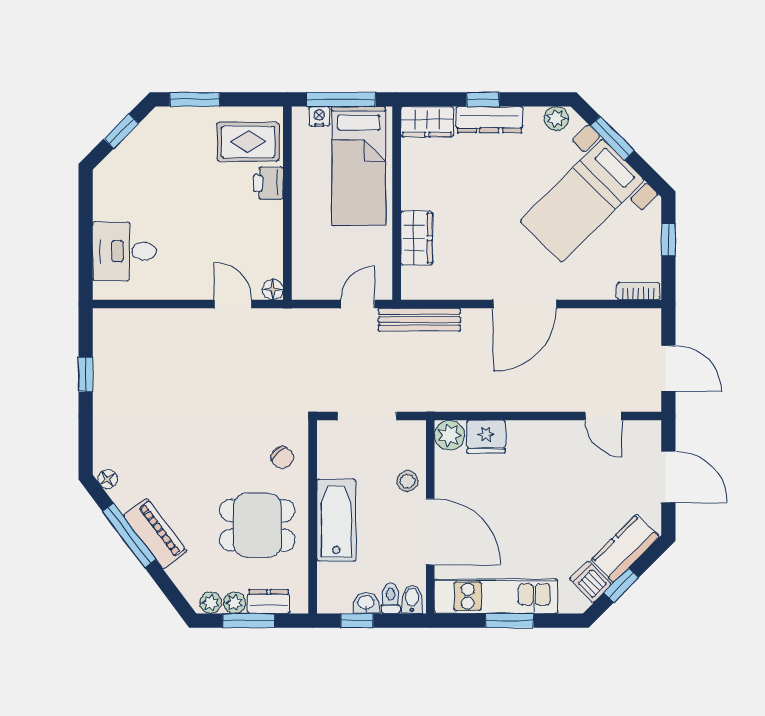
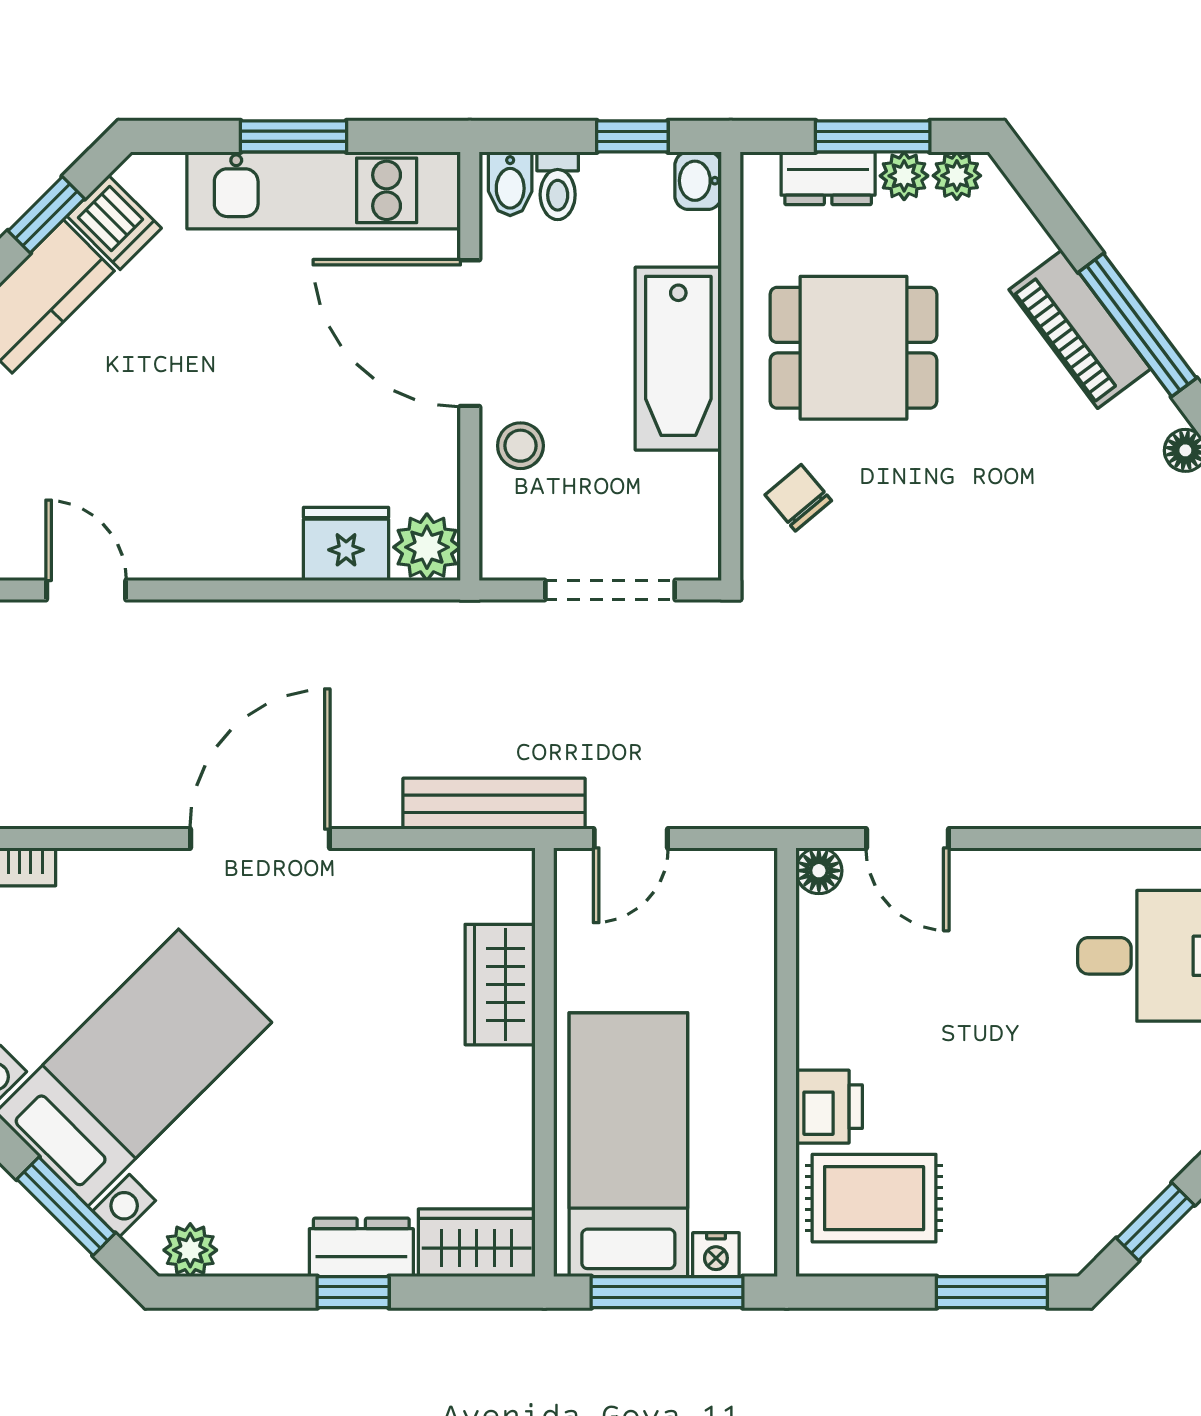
dresser: (489, 120) -> (361, 1247), width x0.70
washbasin: (366, 603) -> (698, 181), moved, turned 90

